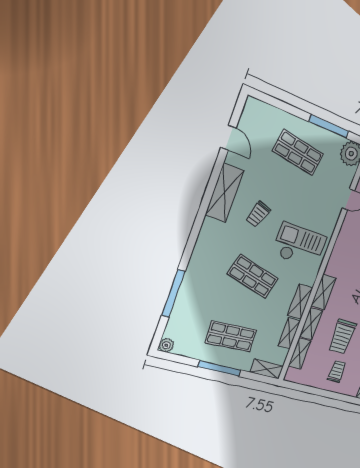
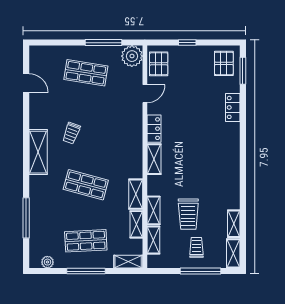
shelving: (224, 193) -> (38, 152), moved
locker: (343, 239) -> (154, 129), added
checkout: (299, 245) -> (116, 147), removed
shelving: (323, 292) -> (154, 159), moved
plant: (166, 345) -> (47, 262), moved
window: (332, 395) -> (201, 271), added

